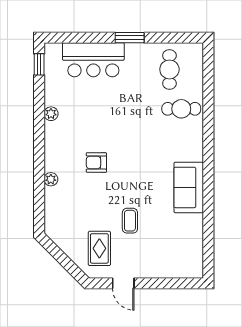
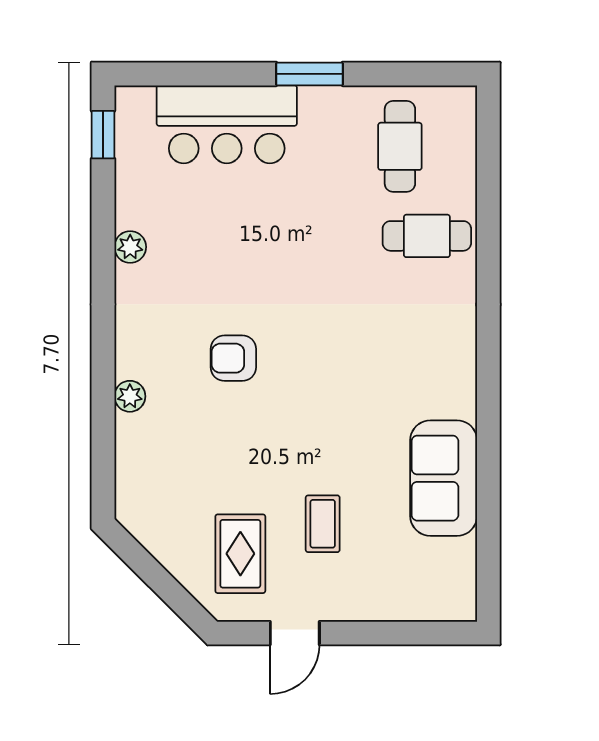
sofa: (189, 187) -> (444, 478), moved
coffee table: (130, 221) -> (323, 524), moved
door: (123, 283) -> (295, 633), hinge flipped

